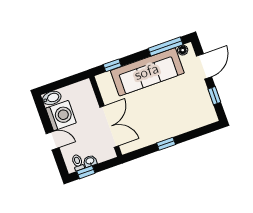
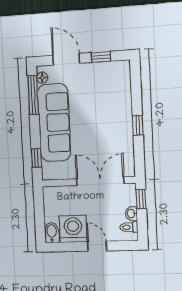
door: (53, 141) -> (97, 246), hinge flipped
window: (86, 172) -> (141, 199), moved

